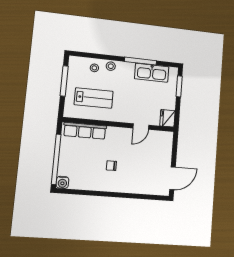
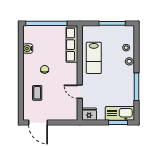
kitchen sink: (152, 73) -> (120, 113), moved, turned 90
lab bench: (94, 98) -> (94, 58), moved
coffee table: (138, 177) -> (37, 93), added
water cooler: (62, 182) -> (28, 49), moved

